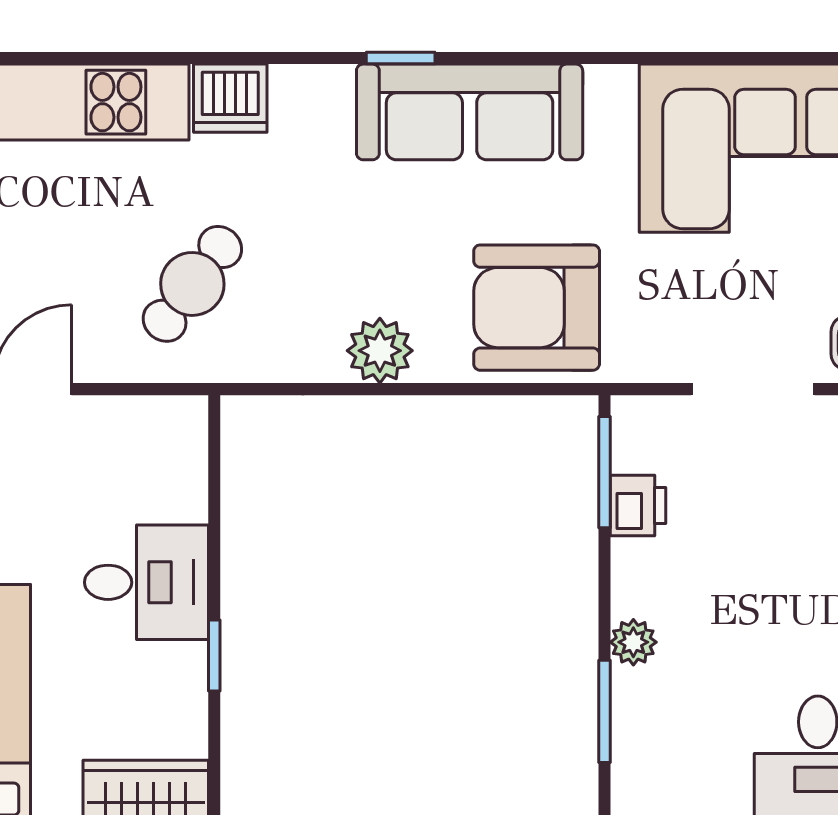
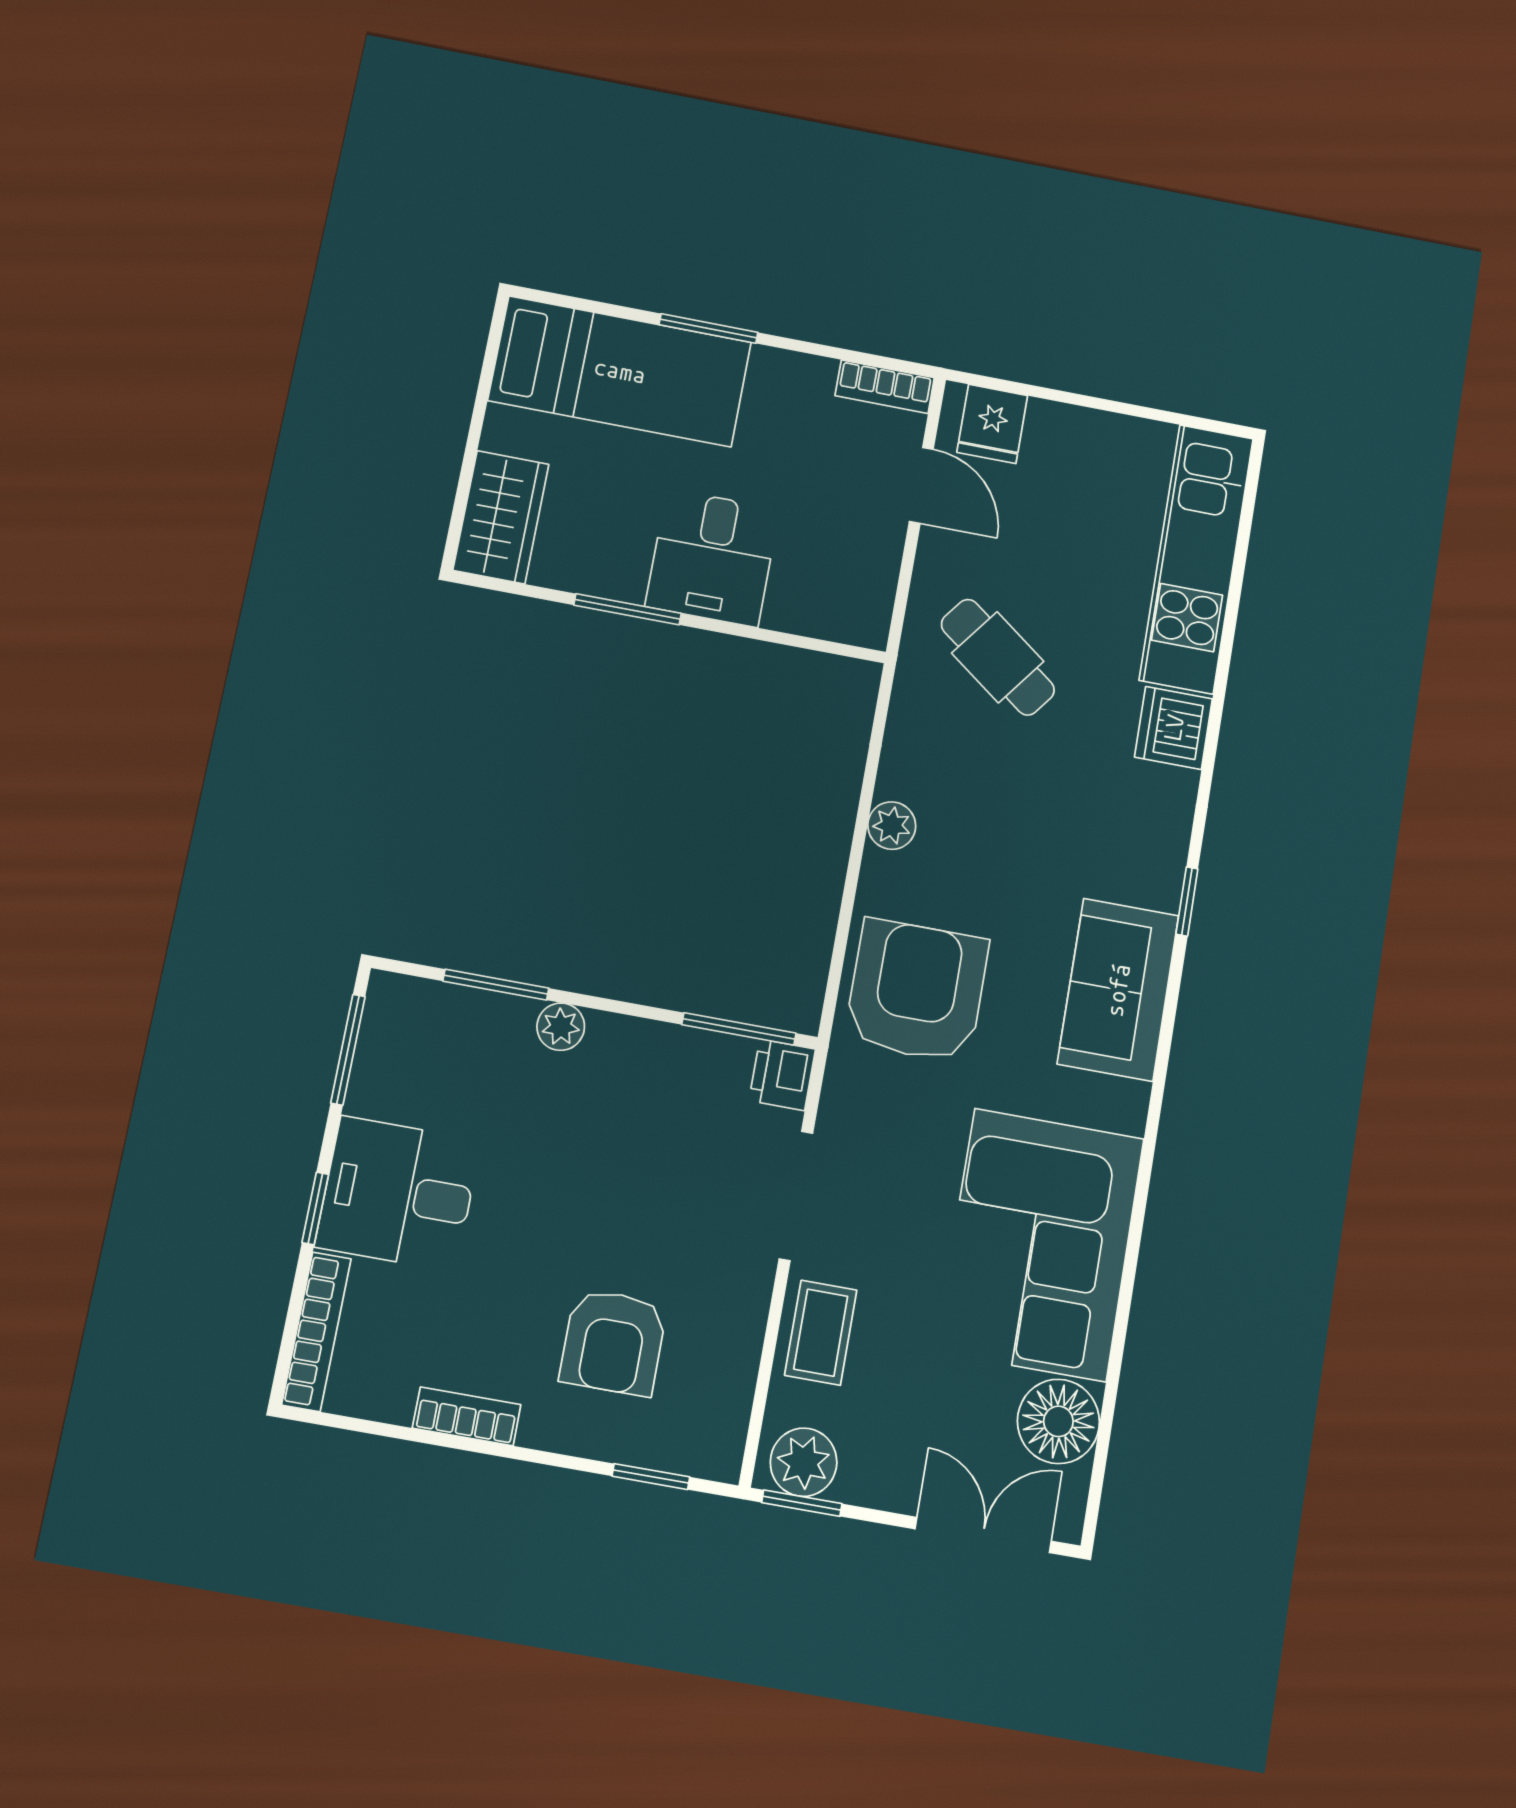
sofa: (470, 112) -> (1118, 990), width x0.73
plant: (380, 351) -> (892, 826), width x0.73, depth x0.73
printer: (638, 505) -> (782, 1075), moved, turned 90
window: (214, 656) -> (628, 609), width x1.50

